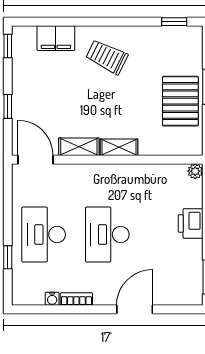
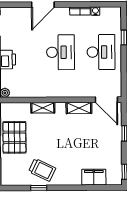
window: (174, 22) -> (39, 188), moved
trolley: (107, 57) -> (42, 170), moved
shelving: (119, 147) -> (43, 108), moved

